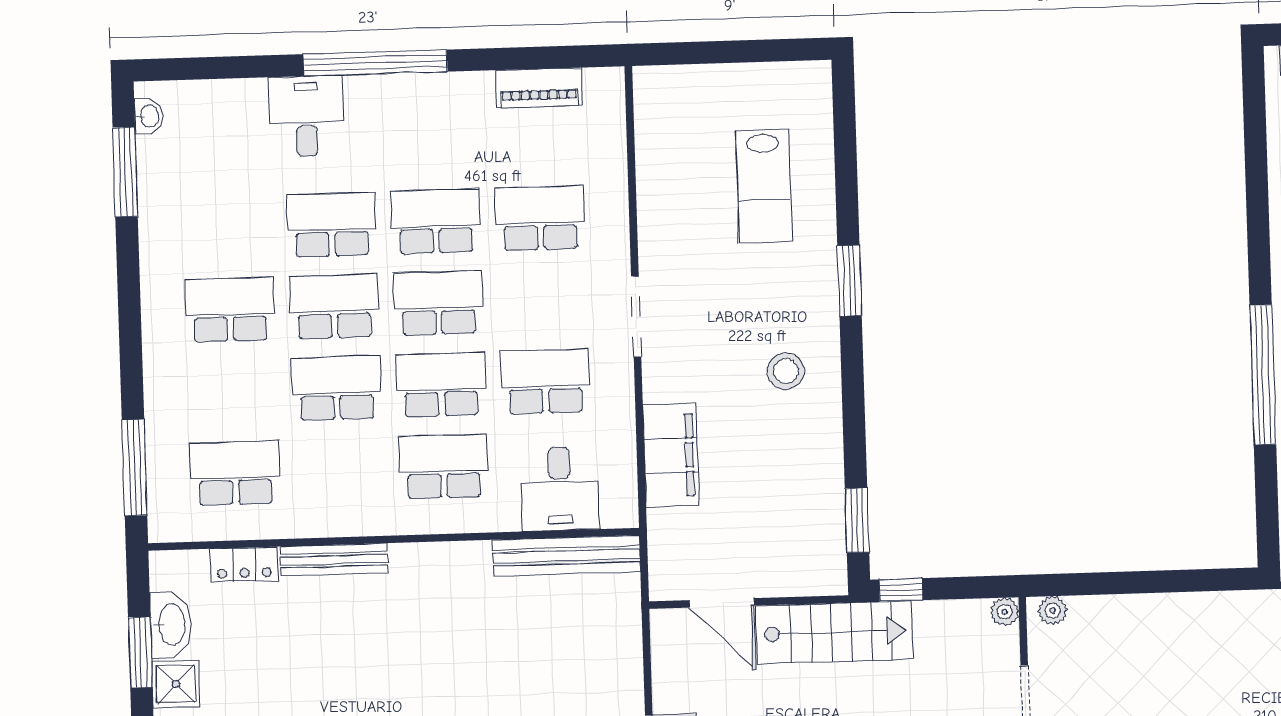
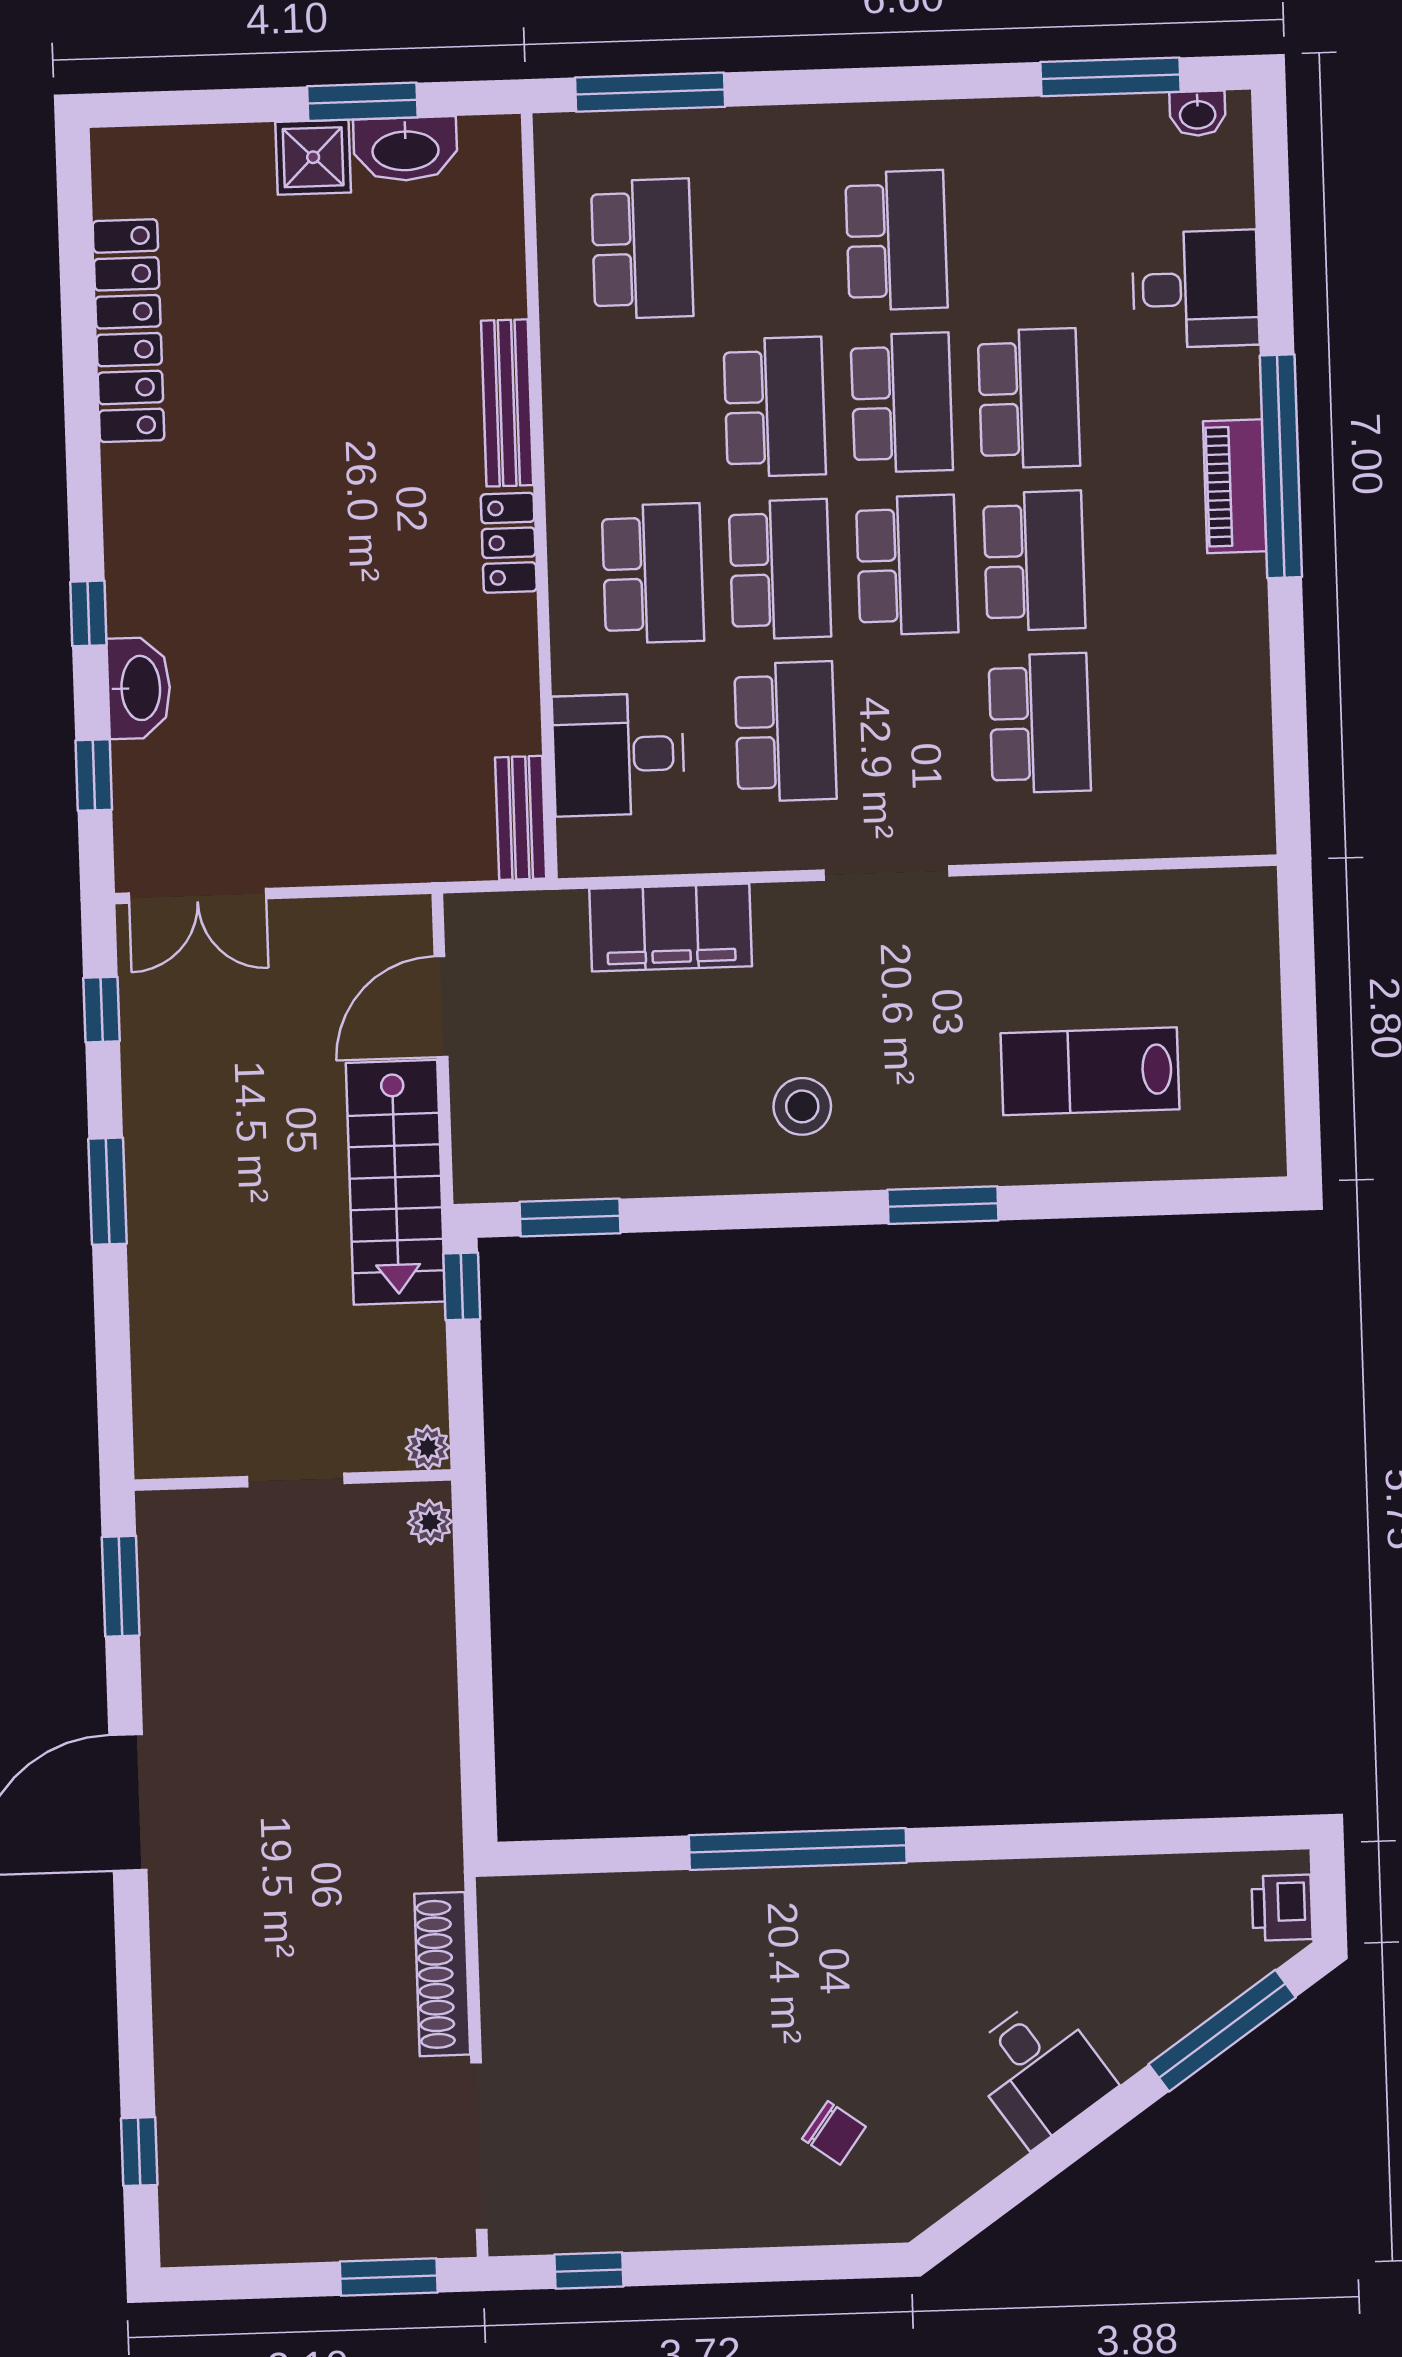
piano: (539, 88) -> (1235, 486), moved
desk: (306, 116) -> (1195, 289), moved
bench: (566, 556) -> (521, 818), width x0.54, depth x0.82
locker: (244, 565) -> (509, 543), moved

